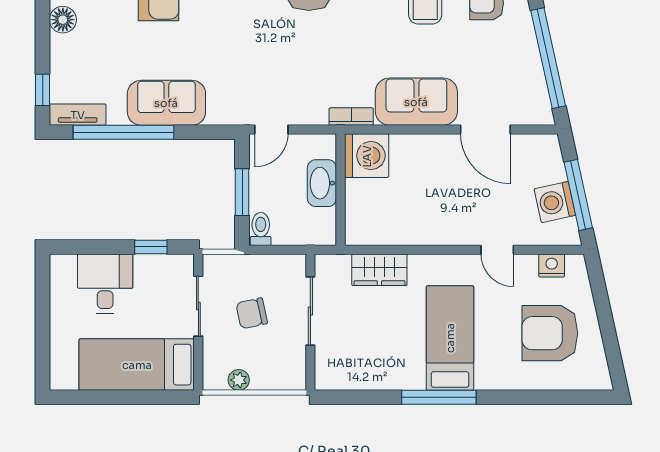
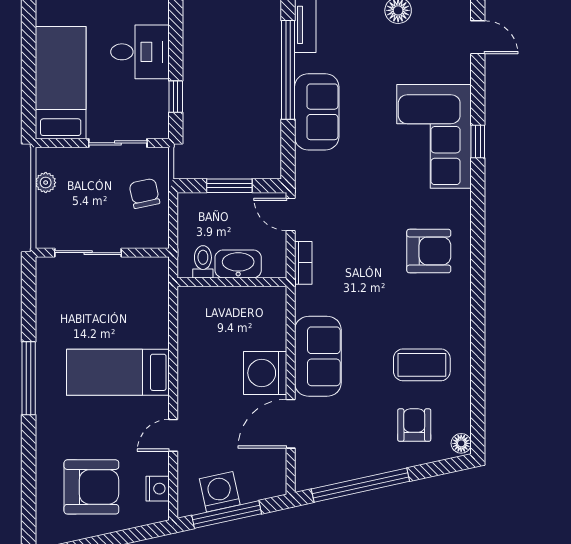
bookcase: (351, 117) -> (303, 263), moved
washing machine: (367, 156) -> (265, 373), moved, turned 90
toilet: (261, 229) -> (203, 262), moved, turned -90
wardrobe: (379, 270) -> (153, 320), removed
sliding door: (310, 311) -> (88, 253), moved
chair: (252, 313) -> (144, 193), moved
armchair: (550, 333) -> (91, 487), turned 90
bed: (450, 338) -> (118, 372), moved, turned 180

